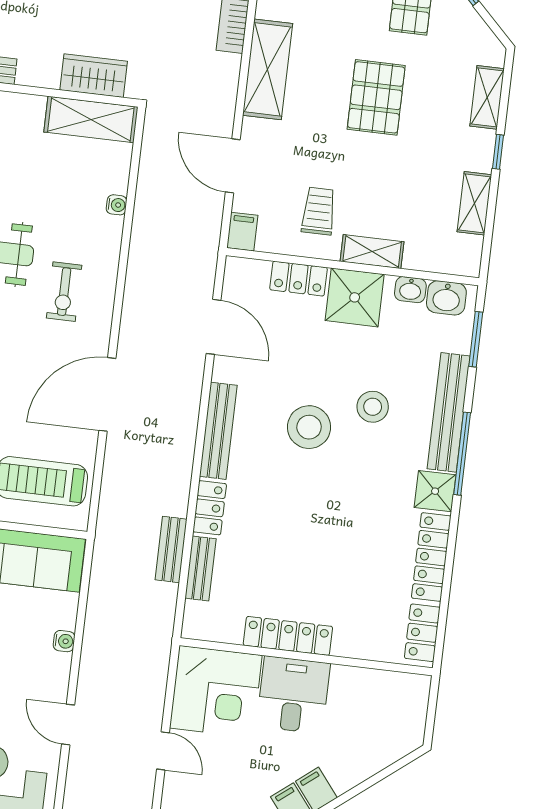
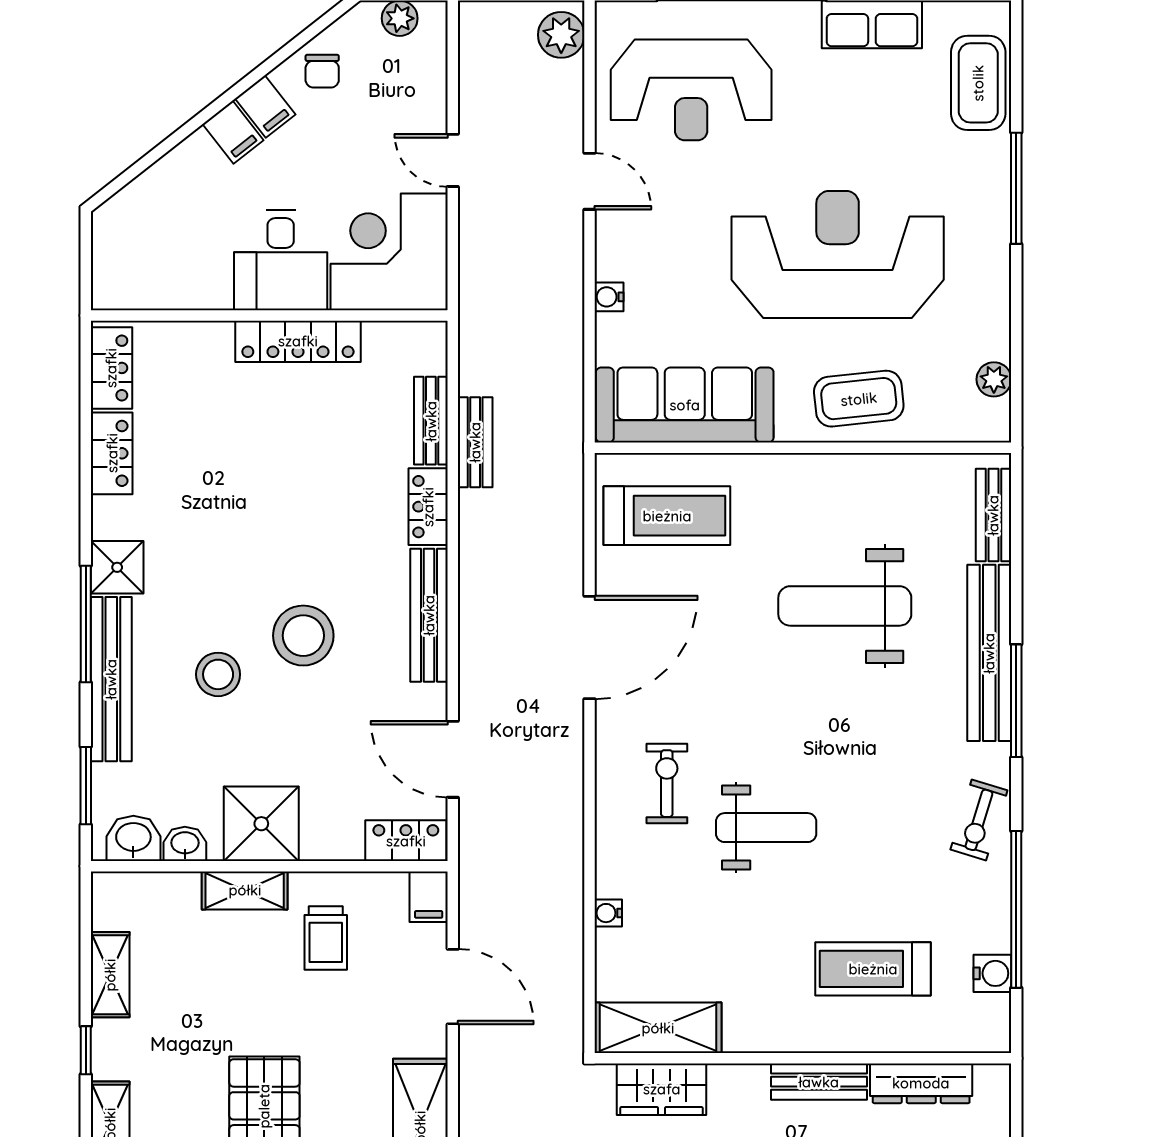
locker: (298, 279) -> (406, 841), moved
locker: (431, 557) -> (112, 453), width x0.66

